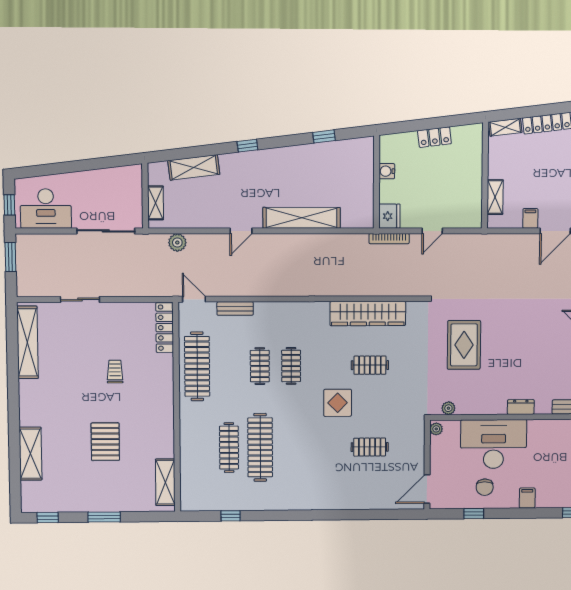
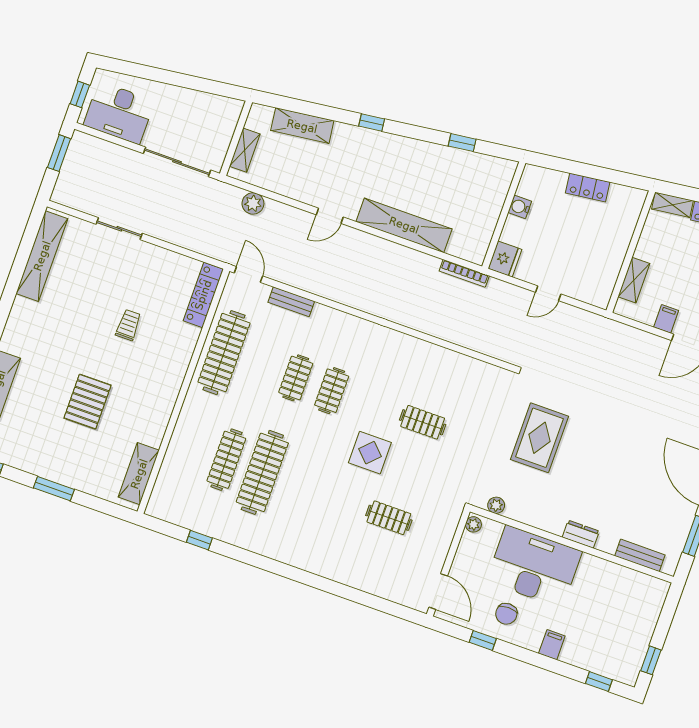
bookcase: (389, 239) -> (464, 273), moved
wardrobe: (368, 314) -> (441, 362), removed
door: (427, 489) -> (438, 591), swing flipped

